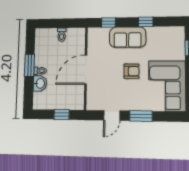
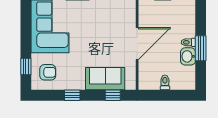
sofa: (128, 37) -> (105, 79), moved
armchair: (132, 71) -> (48, 72), moved, turned 180
washbasin: (40, 83) -> (188, 56), moved

